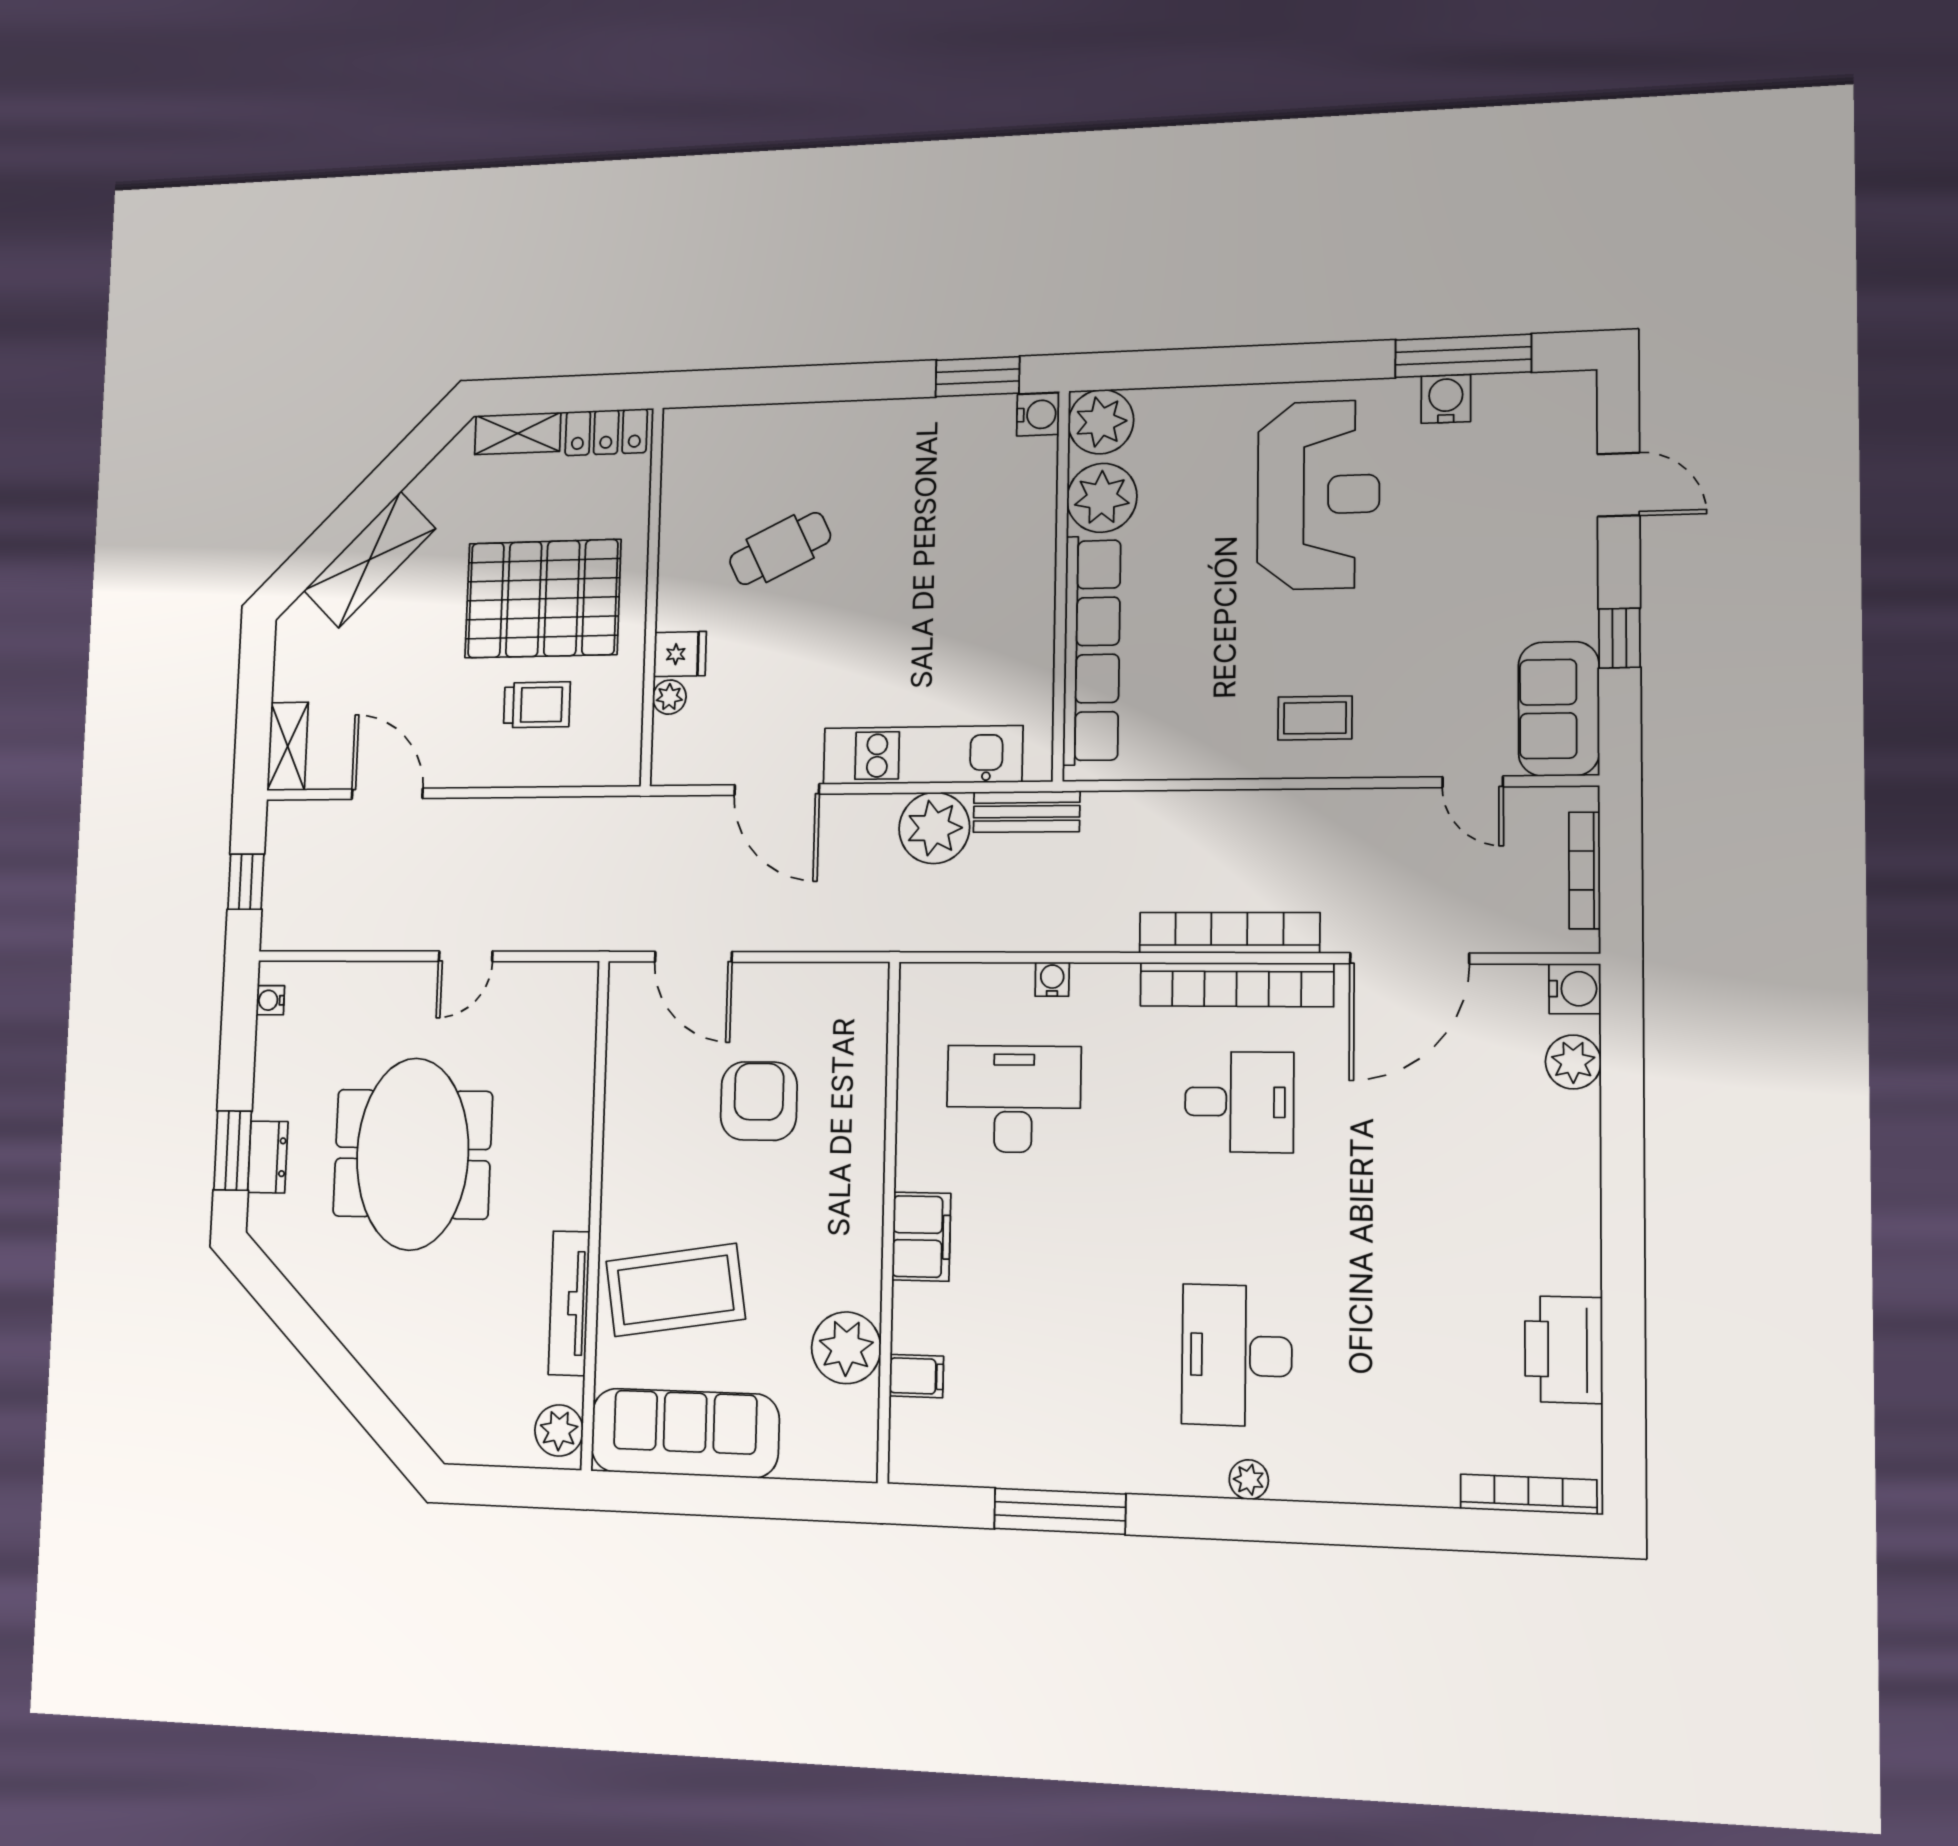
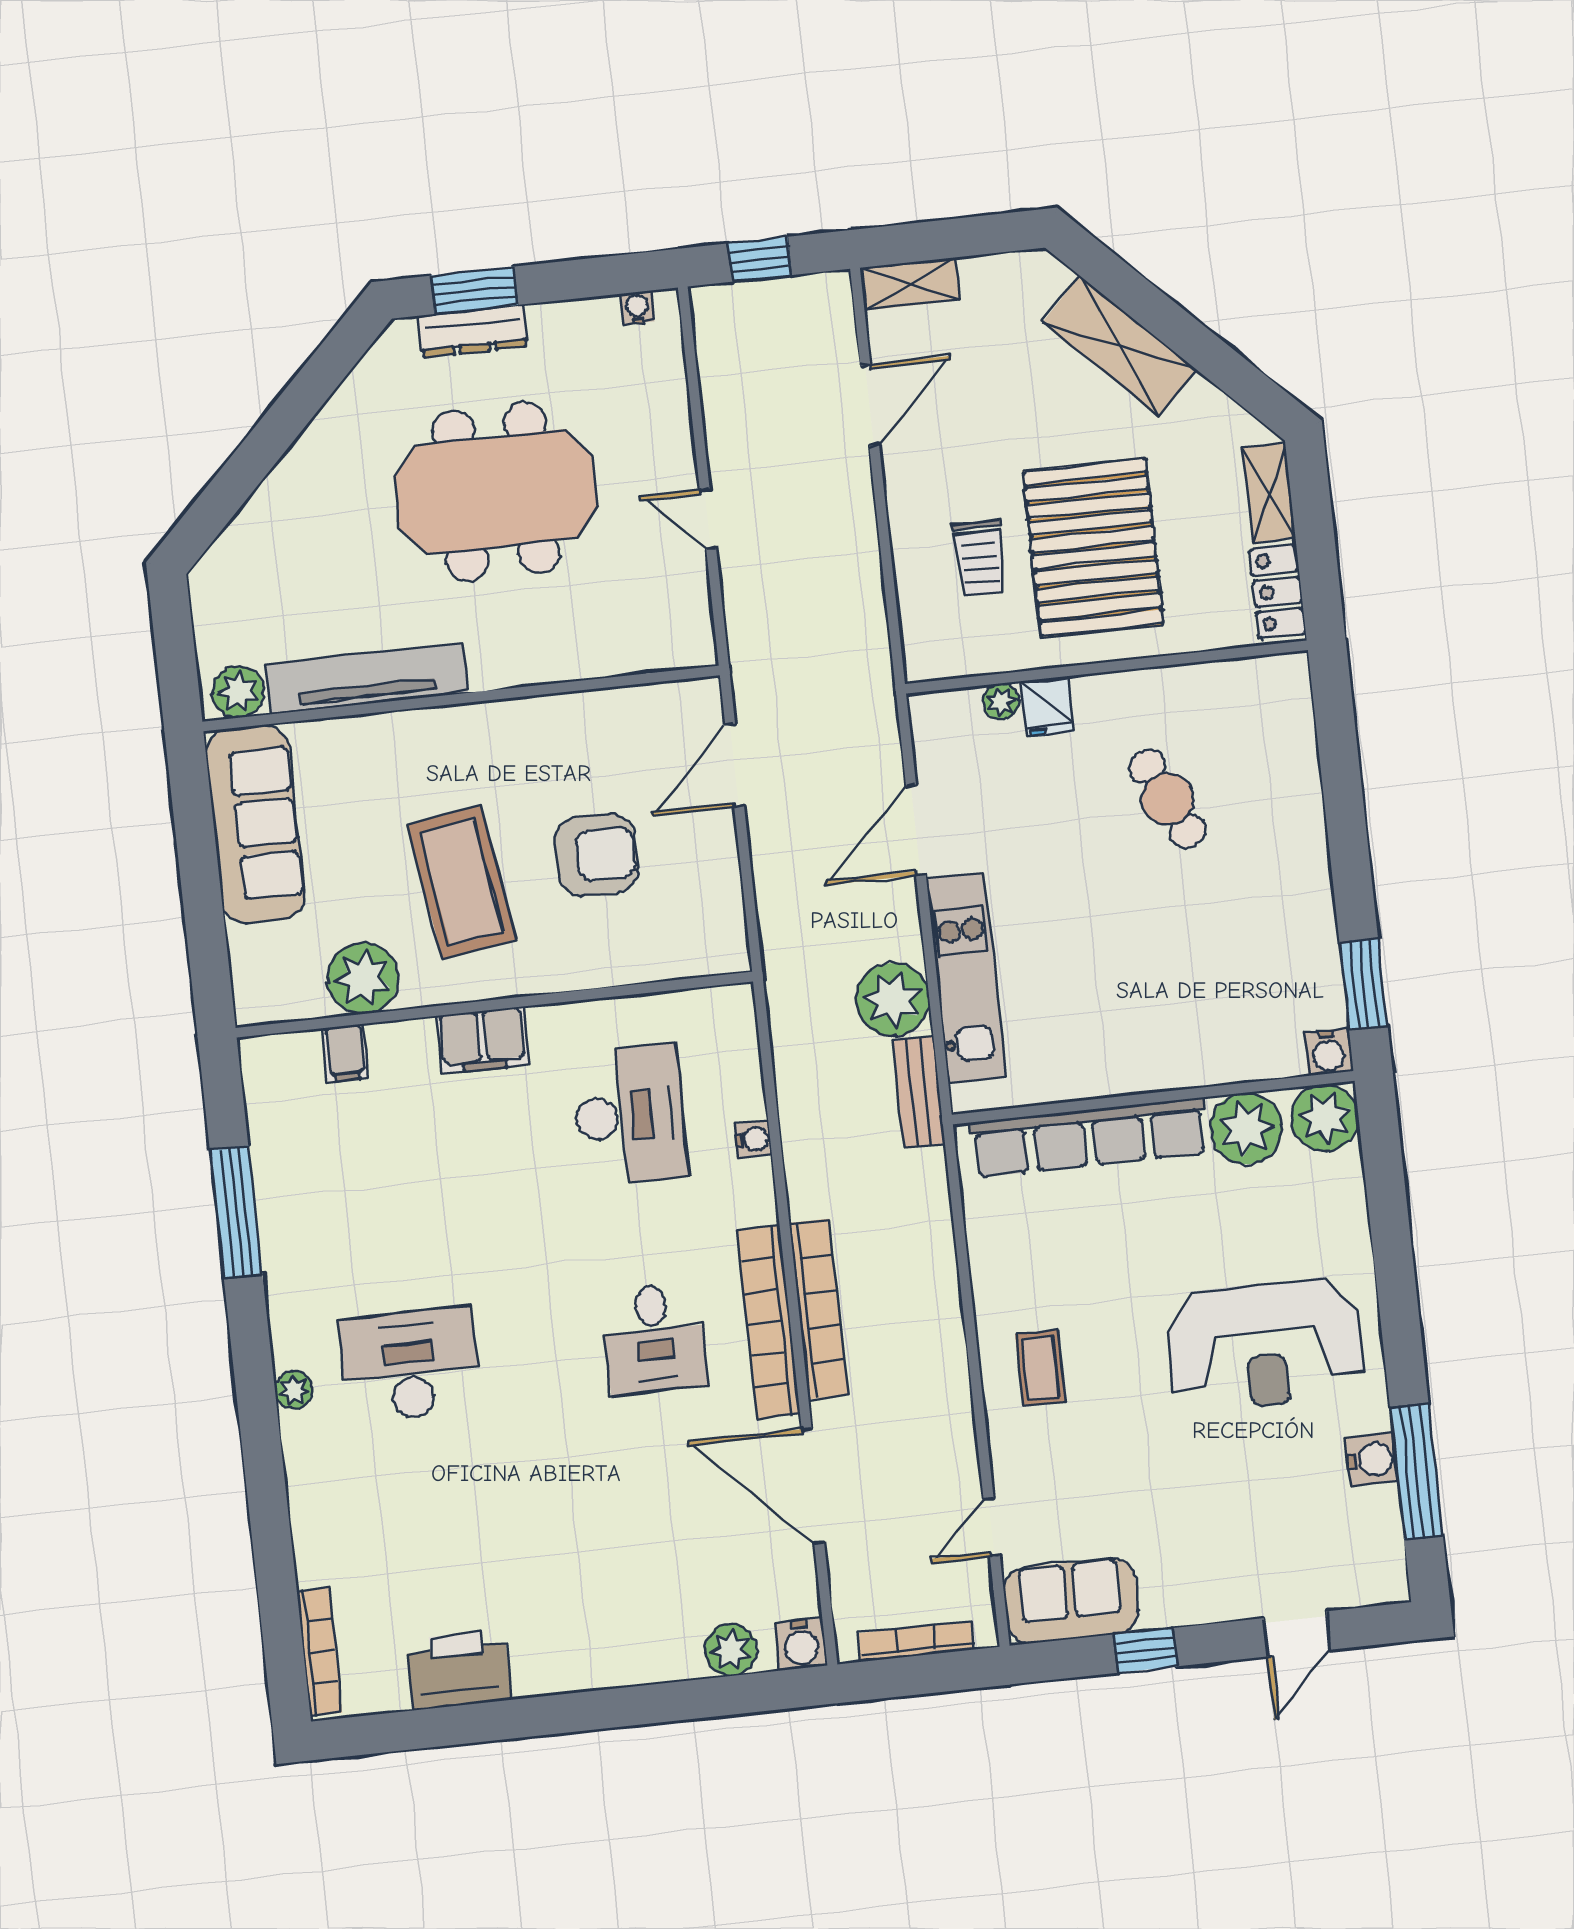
dresser: (268, 1157) -> (473, 331), width x1.44
coffee table: (675, 1290) -> (462, 882), moved
tv unit: (569, 1303) -> (366, 678), width x1.36, depth x1.29

